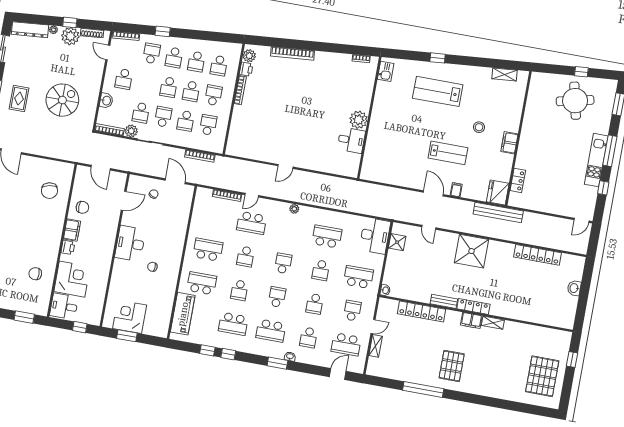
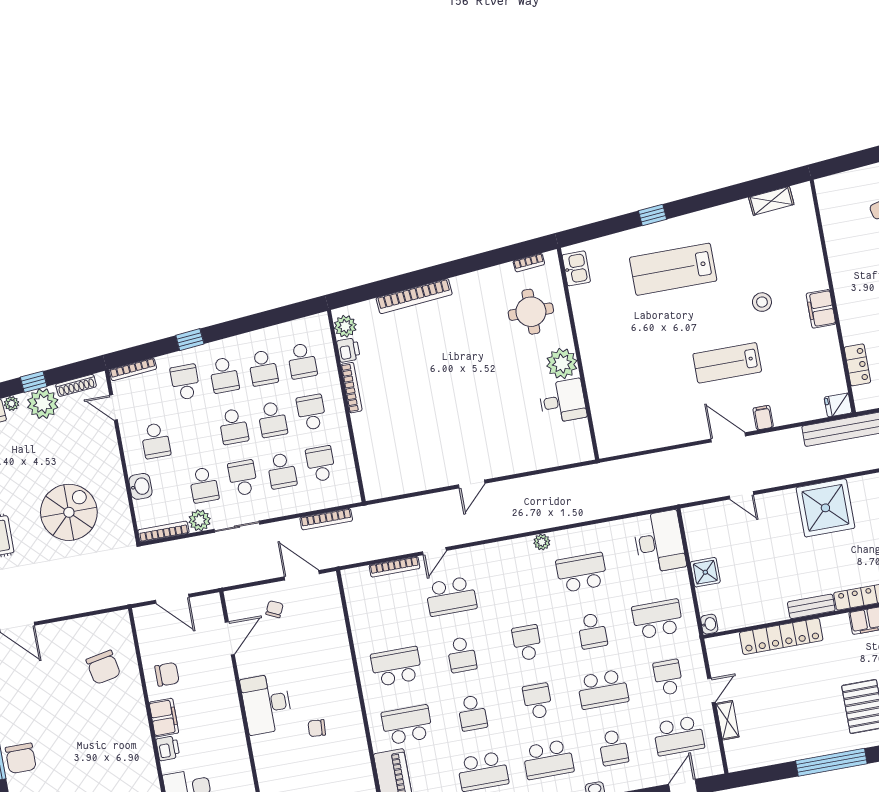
round table: (352, 86) -> (531, 312), added
lab bench: (448, 153) -> (727, 363), turned 180
fridge: (498, 193) -> (838, 405), width x0.53, depth x0.75
plant: (294, 209) -> (542, 542), moved
shower: (397, 242) -> (705, 572), moved
school desk: (315, 304) -> (603, 689), width x1.85

